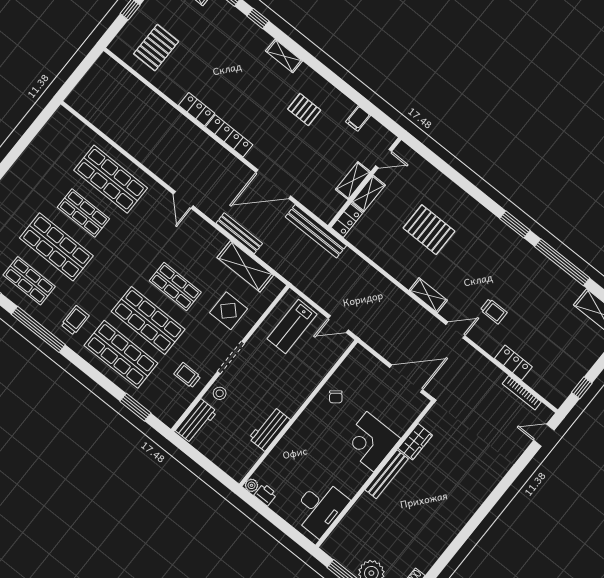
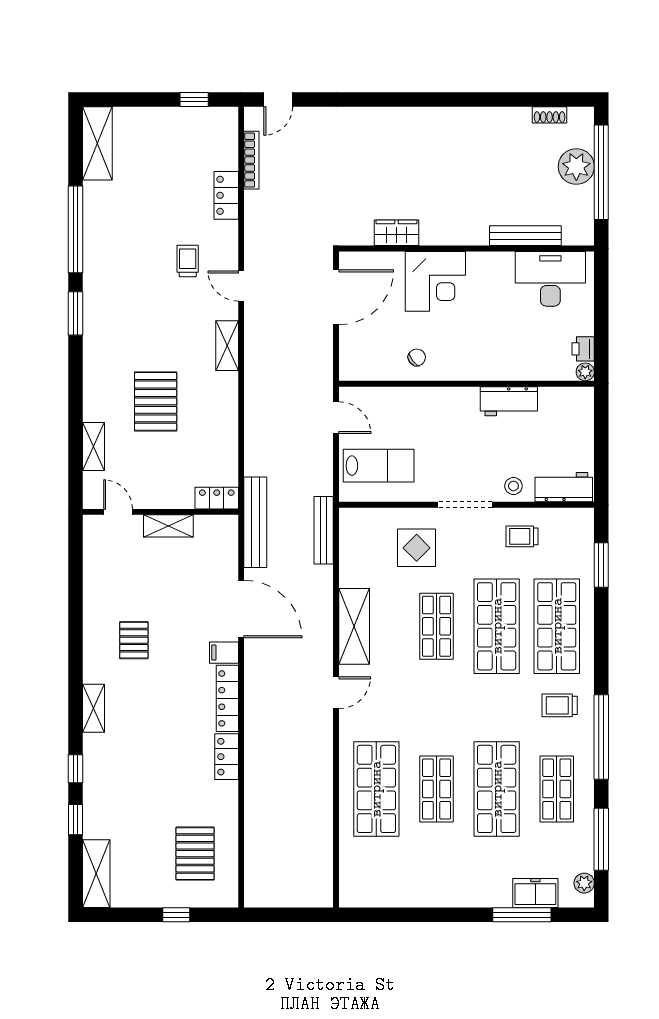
pallet: (156, 48) -> (195, 854), turned 90
filing cabinet: (358, 119) -> (224, 653), moved, turned 180
shelving: (368, 194) -> (93, 446), moved, turned 90
bench: (239, 233) -> (324, 530), moved
shelving: (245, 266) -> (354, 626), moved
trolley: (187, 375) -> (522, 536), turned 90
door: (406, 379) -> (336, 297), swing flipped
door: (544, 435) -> (278, 99), hinge flipped
bench: (387, 474) -> (525, 236), moved

